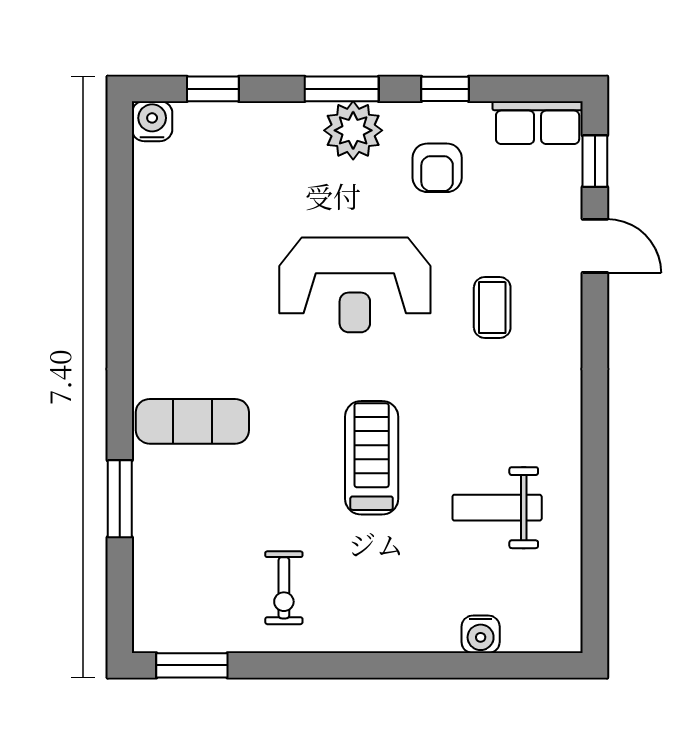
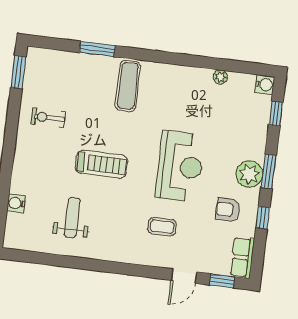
plant: (147, 221) -> (220, 77), added
reception desk: (355, 285) -> (180, 166), turned 180

